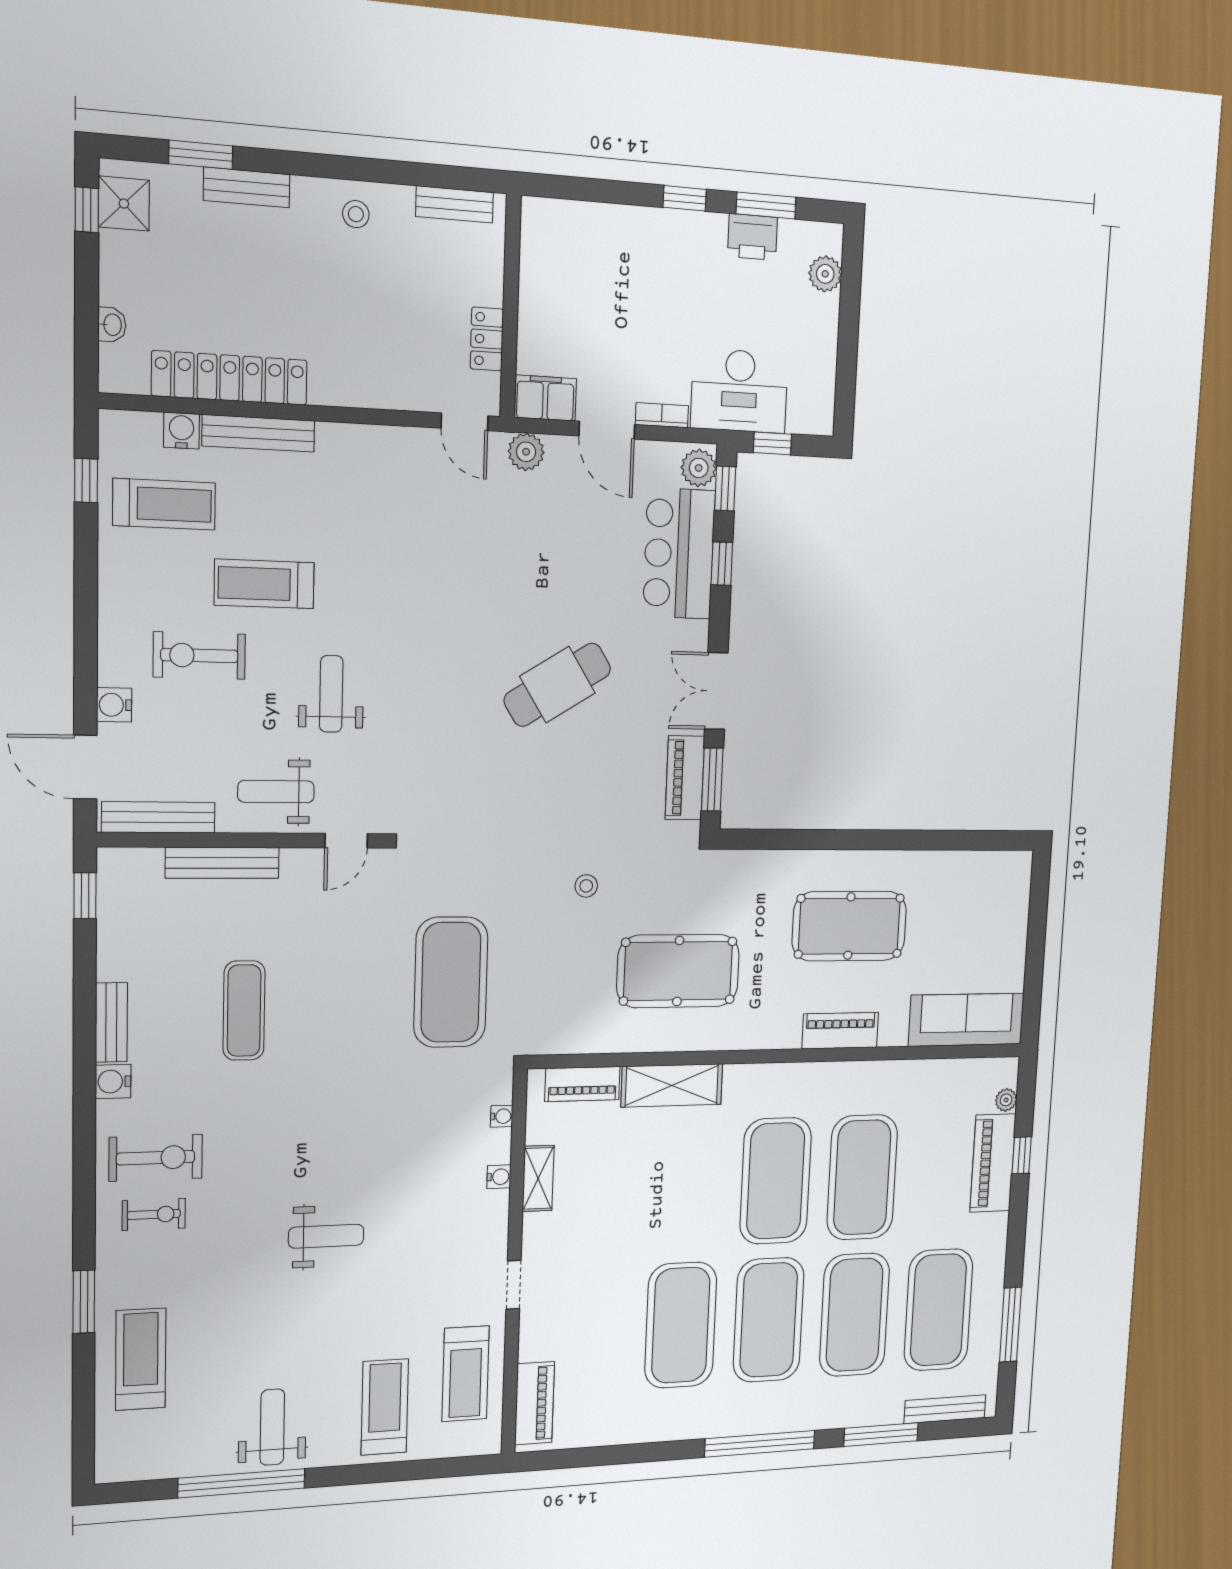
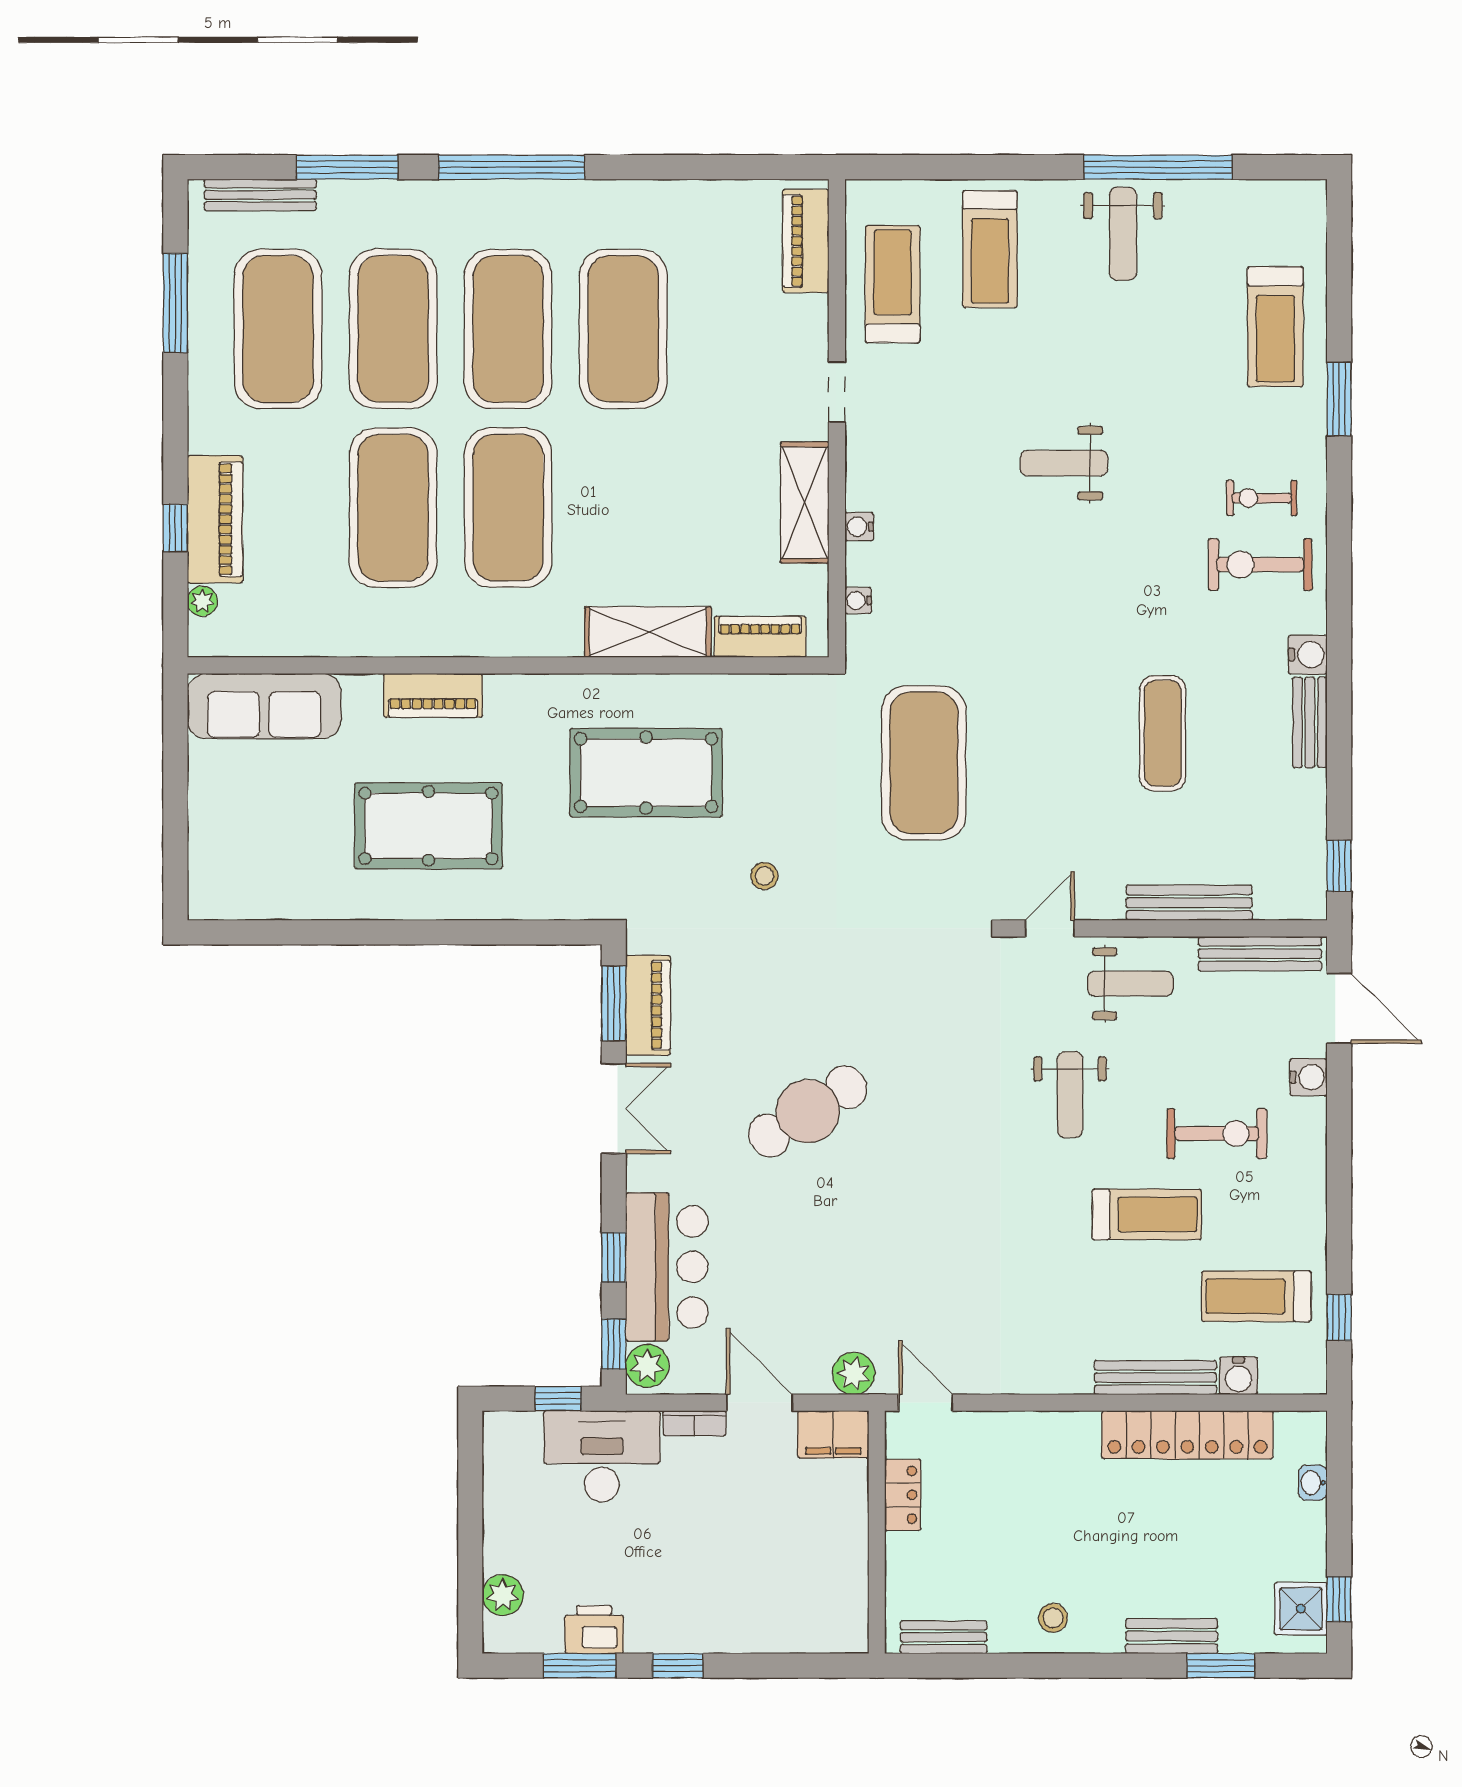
shelving: (538, 1178) -> (805, 503), width x1.50, depth x1.33

